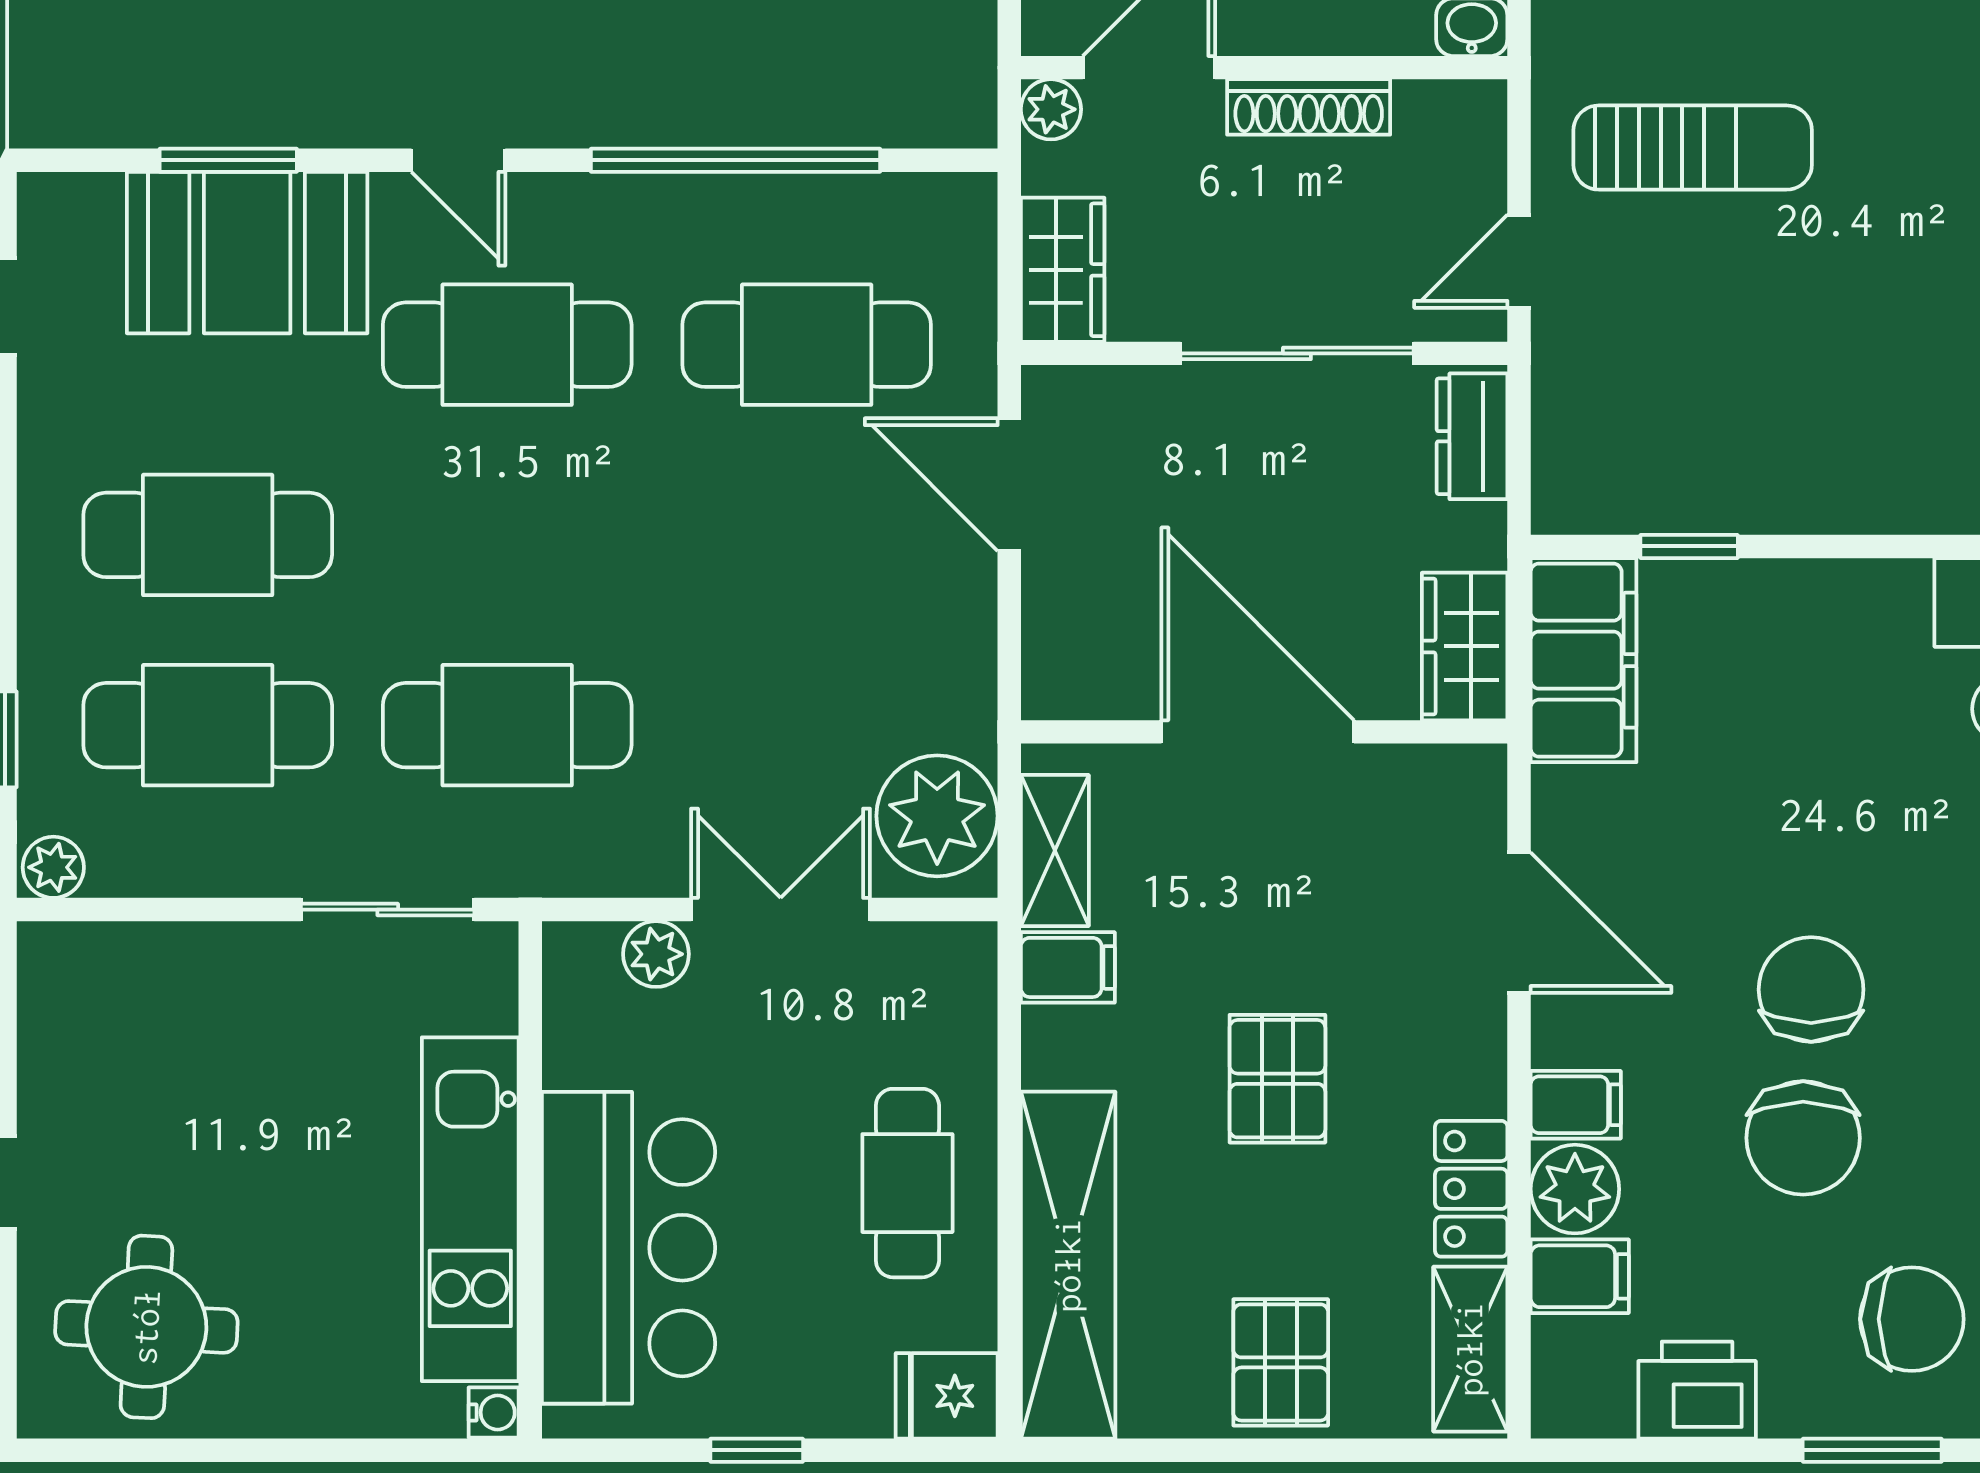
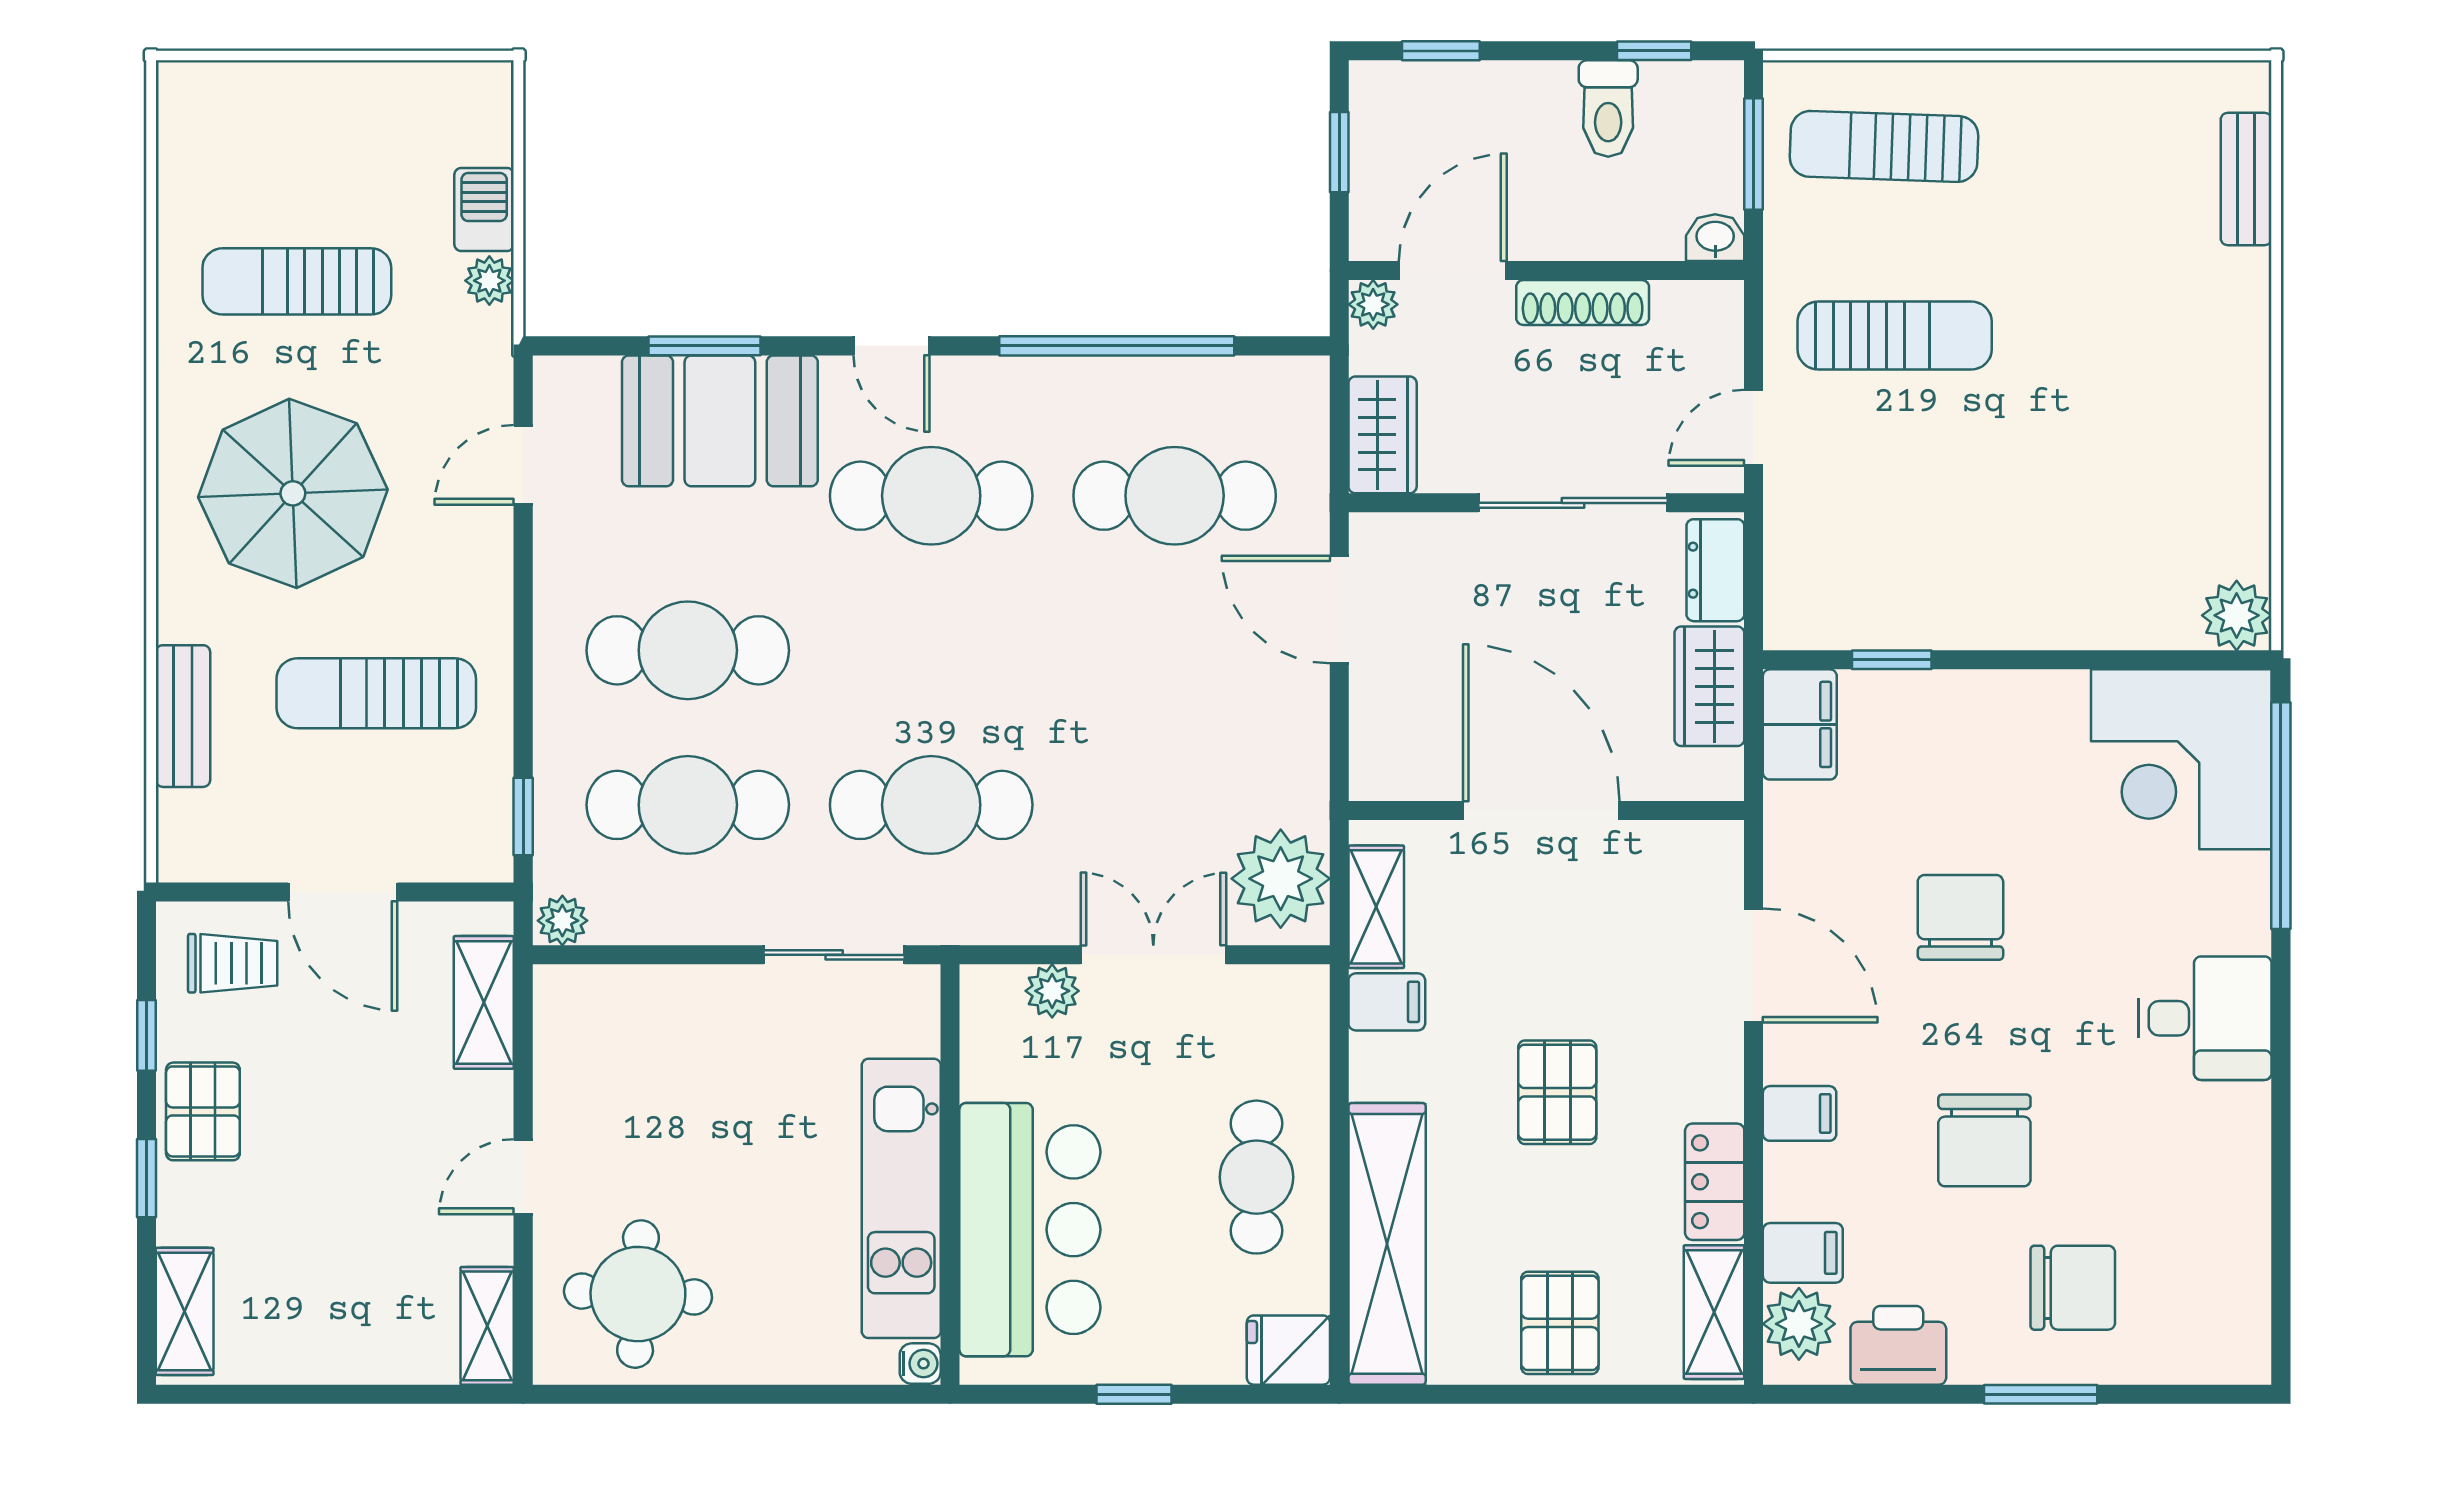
wardrobe: (1465, 646) -> (1709, 686), moved
filing cabinet: (1584, 660) -> (1800, 724), width x0.67, depth x0.86
chair: (1811, 990) -> (1960, 917), moved
plant: (1575, 1189) -> (1799, 1324), moved

